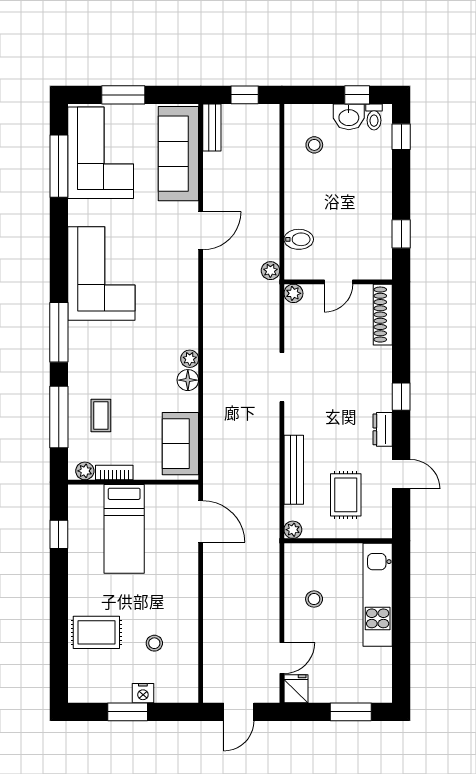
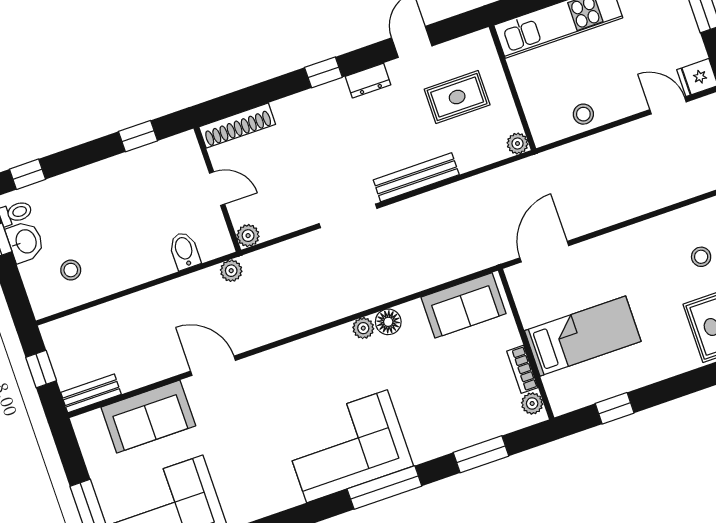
sofa: (178, 154) -> (148, 416), width x0.73
corner sofa: (101, 273) -> (347, 446), moved
coffee table: (101, 415) -> (463, 407), removed
window: (59, 417) -> (481, 454), width x0.69
bench: (294, 470) -> (416, 177), moved
stool: (314, 599) -> (583, 114), moved

